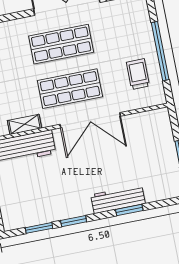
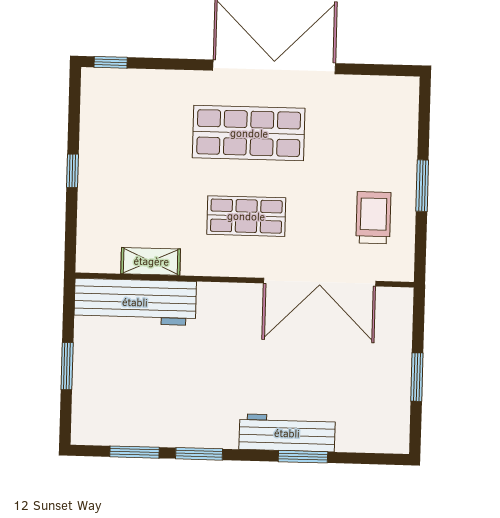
window: (160, 51) -> (422, 186), width x0.47
shop shelf: (70, 89) -> (246, 216), width x0.70, depth x0.74
double door: (90, 120) -> (320, 282), moved

